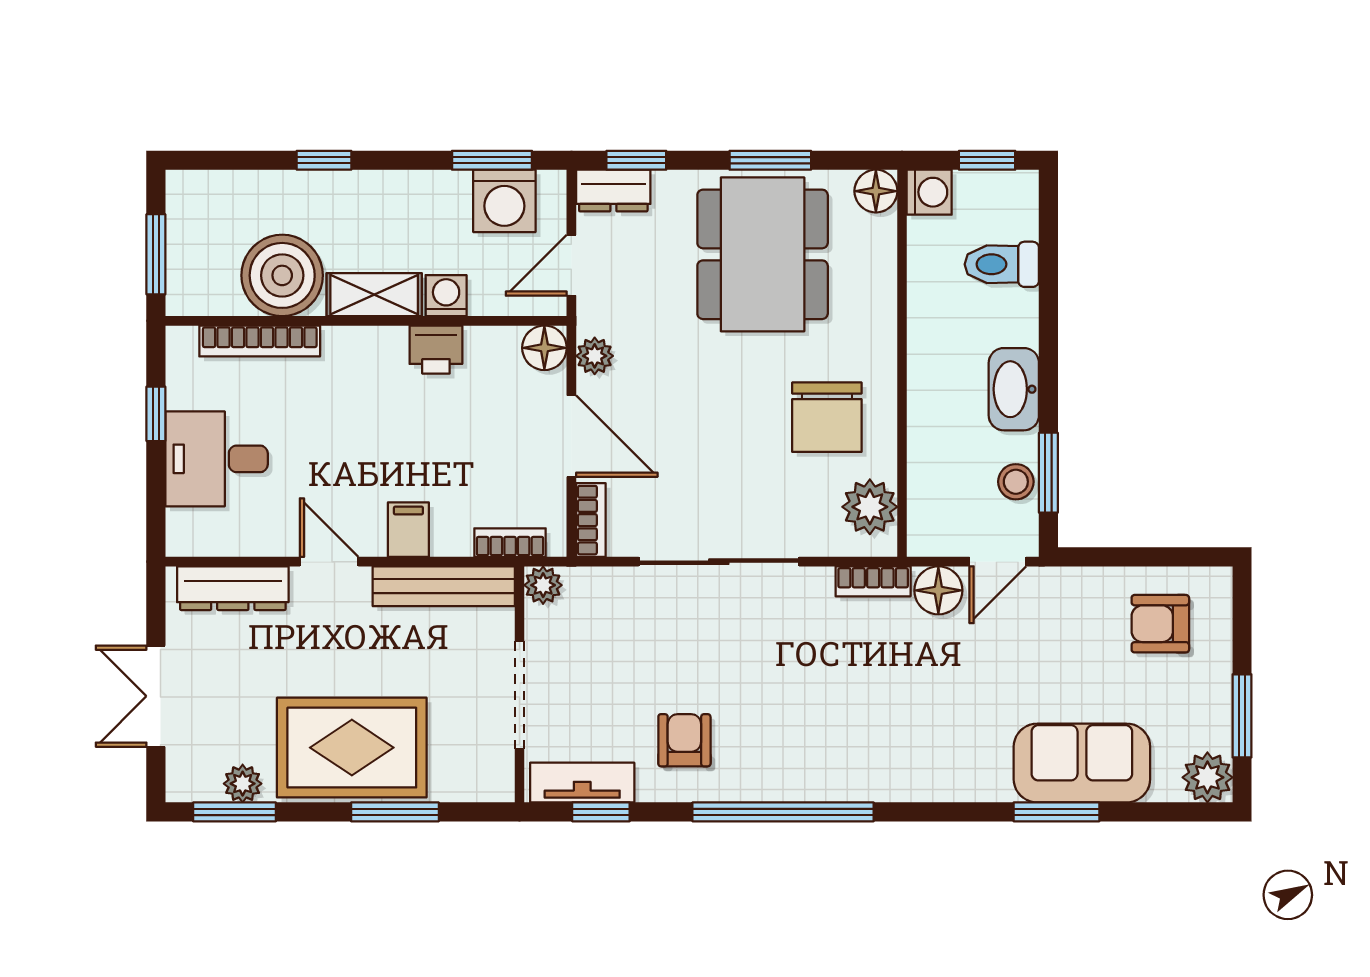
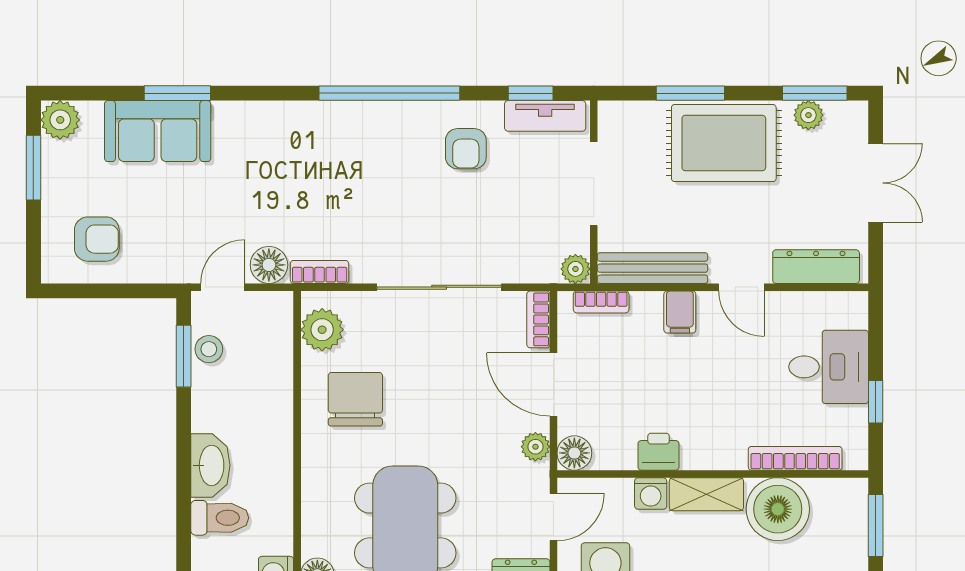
washbasin: (1014, 389) -> (210, 465), moved

